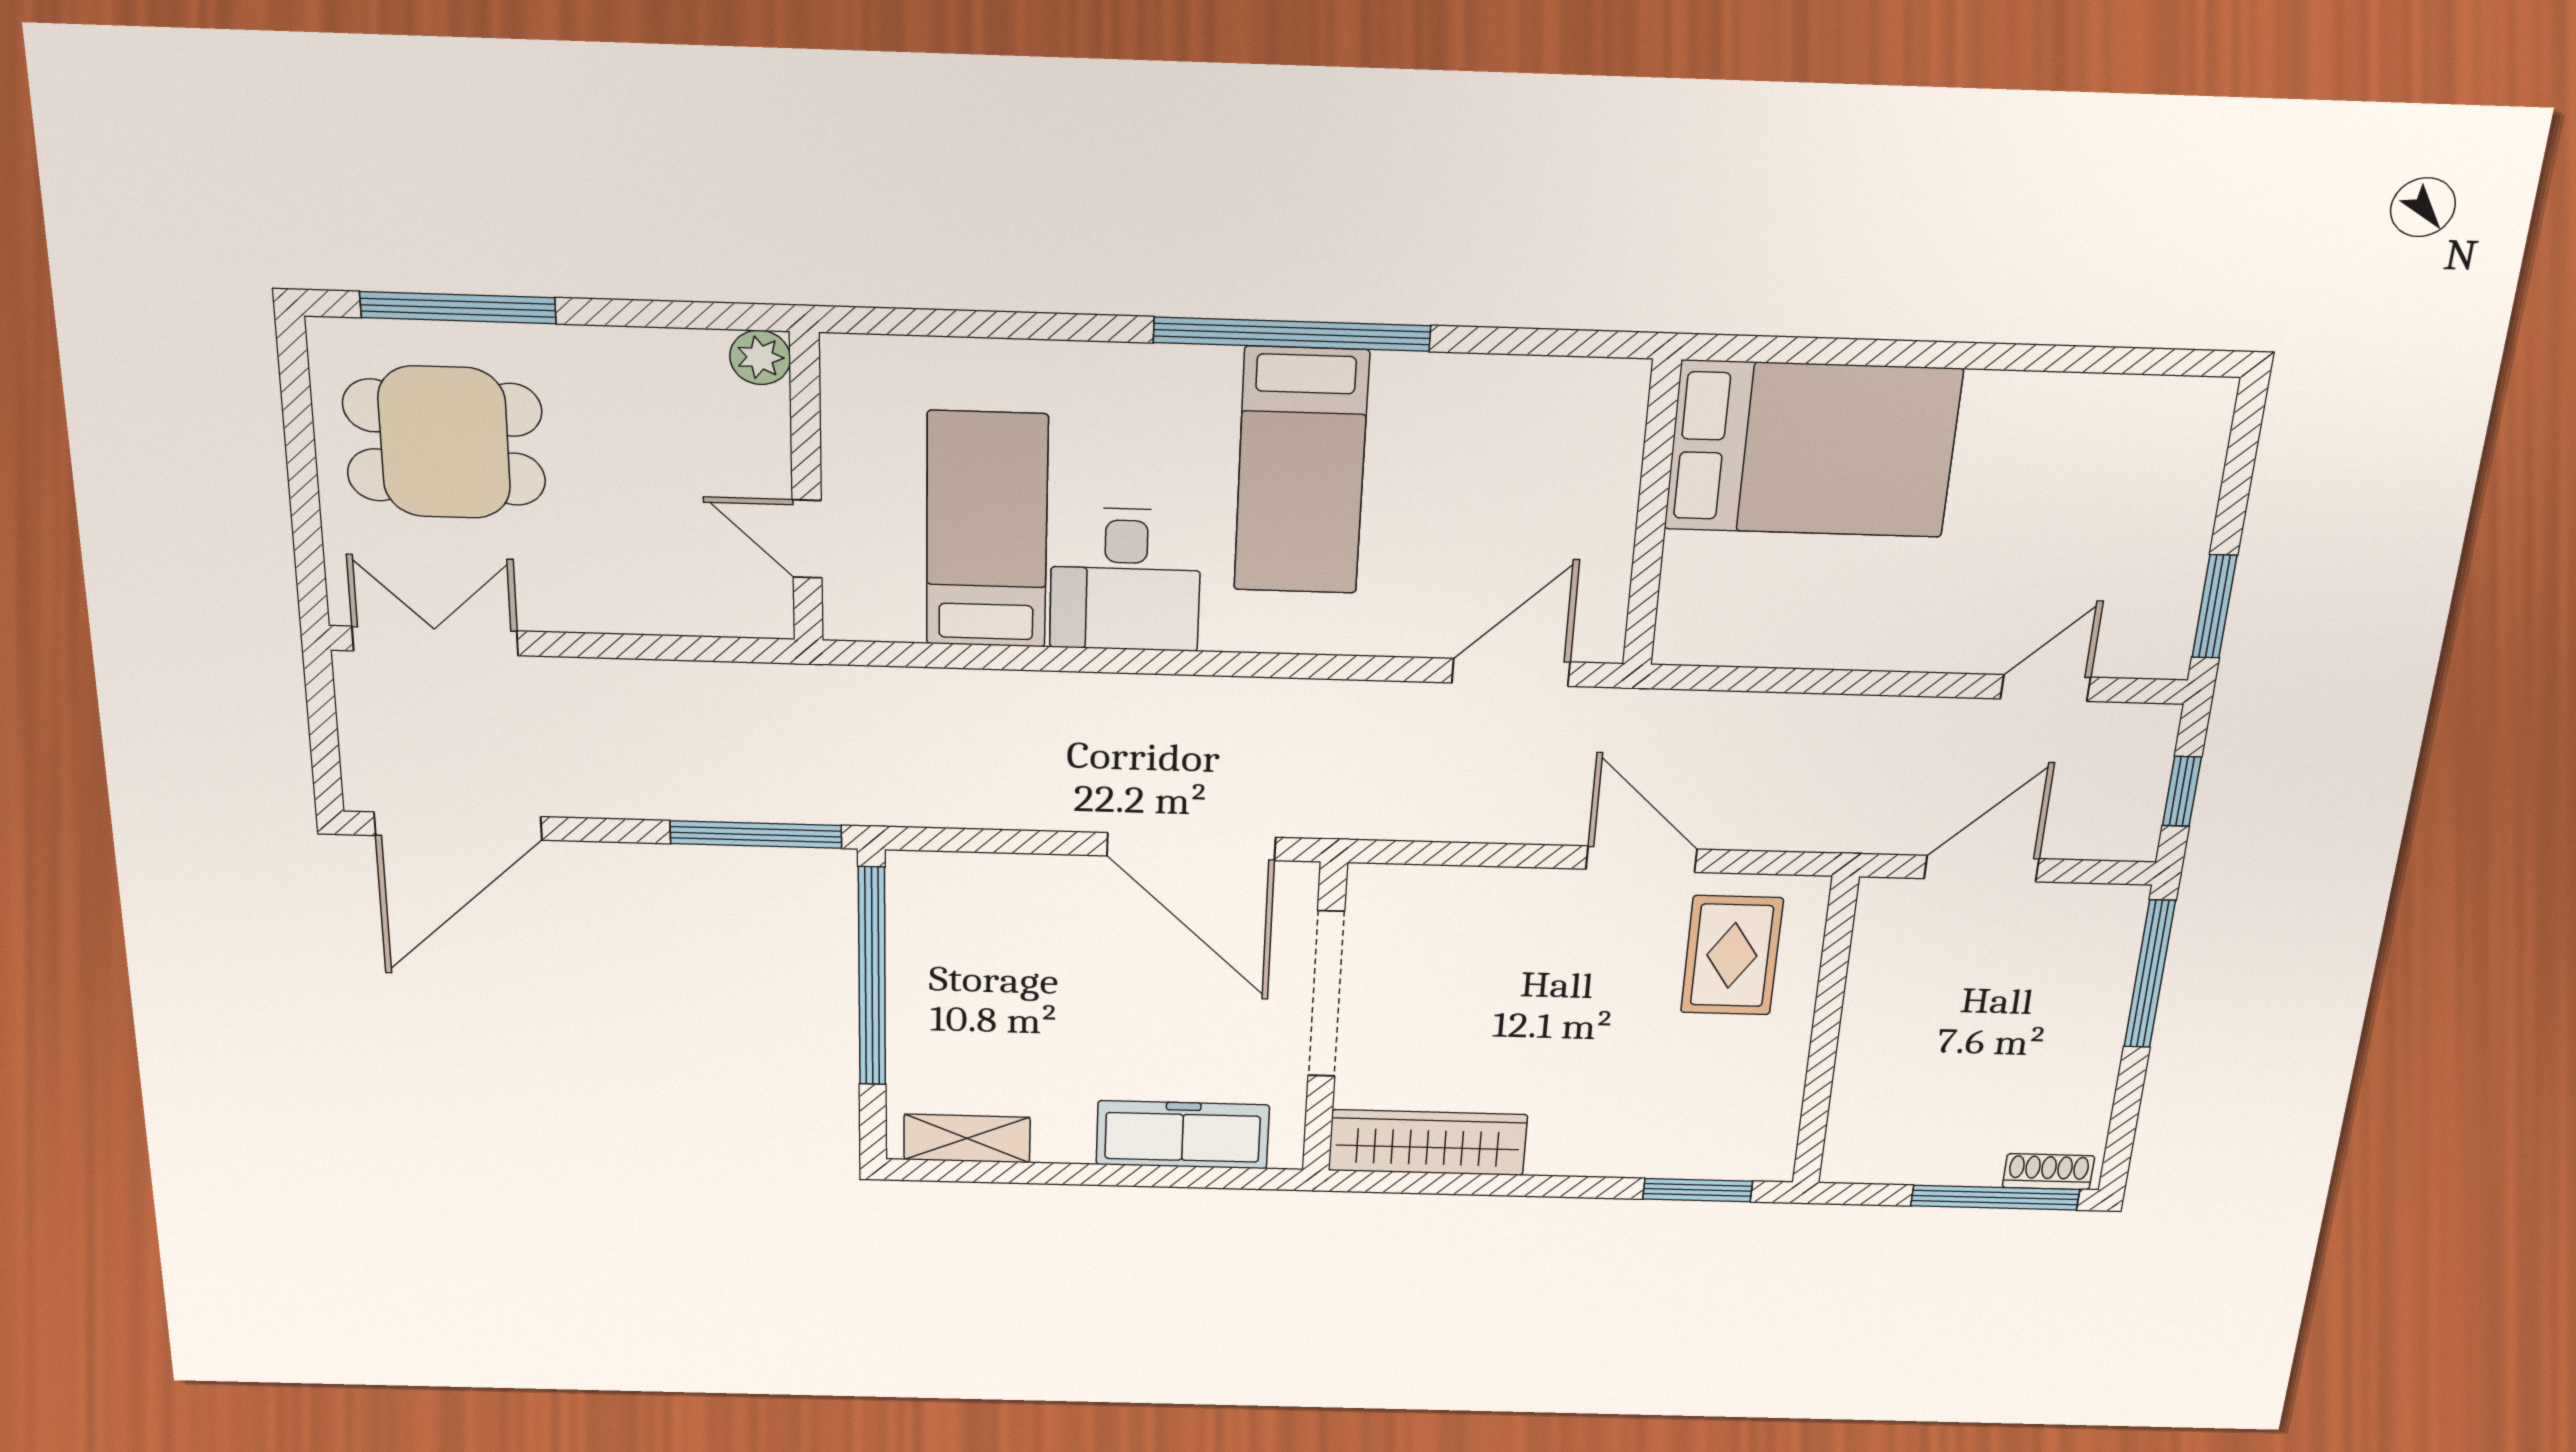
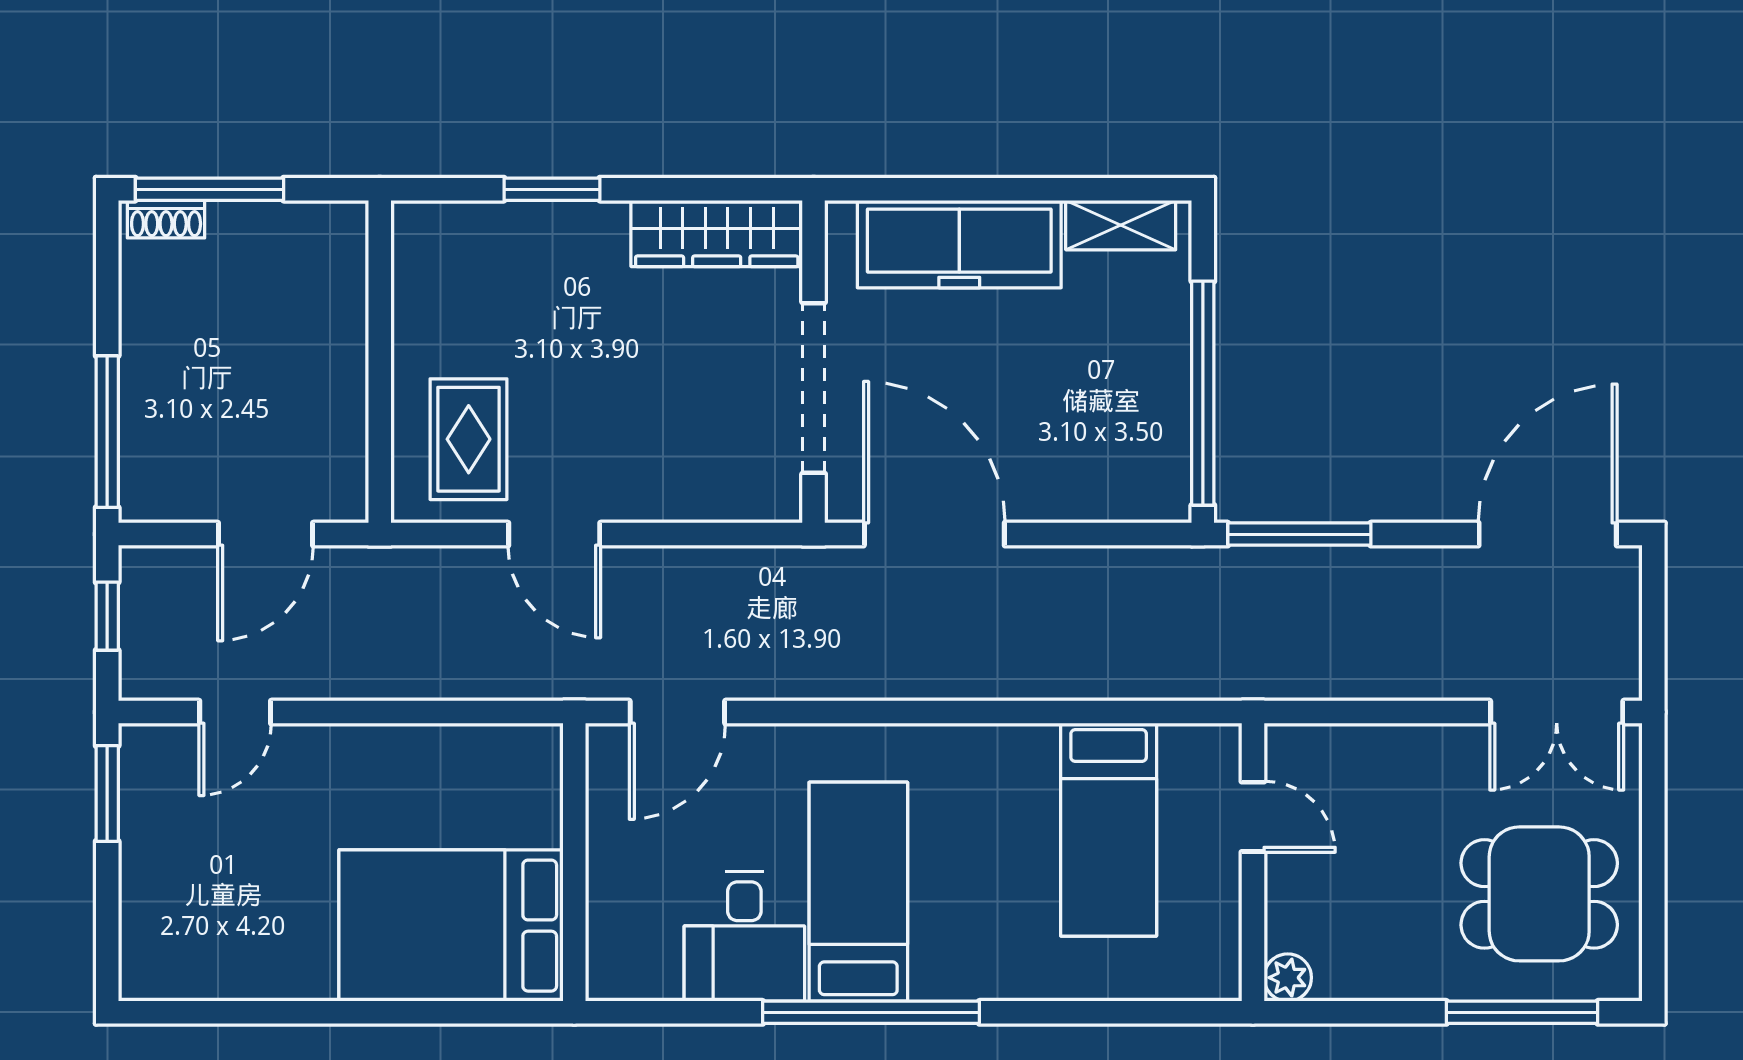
desk: (1125, 580) -> (744, 936), moved, turned 180
freezer: (1183, 1135) -> (959, 244), width x1.36, depth x1.26
window: (1698, 1190) -> (552, 189), moved

